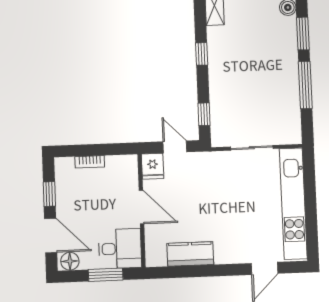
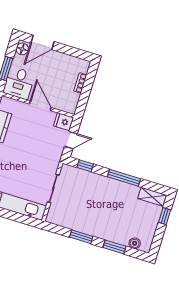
window: (202, 54) -> (124, 178), width x2.17
window: (305, 85) -> (81, 237), width x0.69
window: (49, 194) -> (69, 51), removed
door: (141, 207) -> (40, 106), swing flipped

